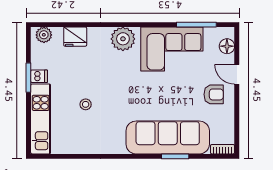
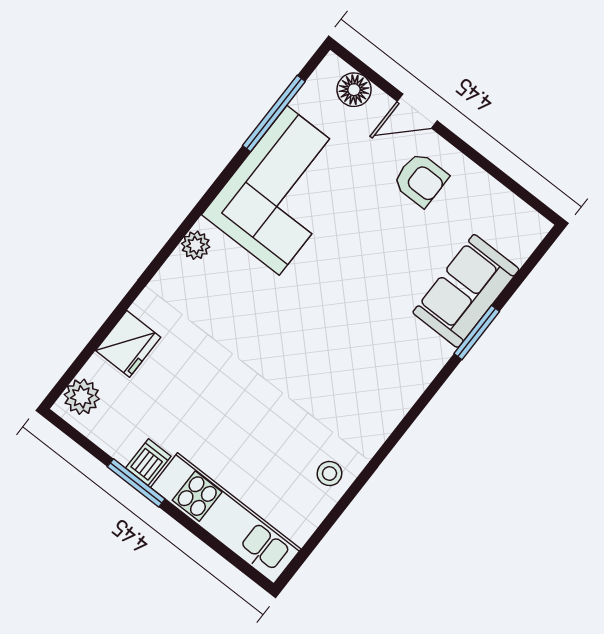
plant: (123, 39) -> (196, 245), width x0.53, depth x0.53
armchair: (214, 94) -> (421, 180), turned 90
stool: (86, 104) -> (329, 473), moved
sofa: (168, 137) -> (466, 291), width x0.54, depth x0.79
bookcase: (223, 149) -> (529, 239), removed

